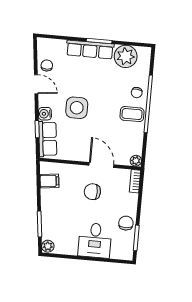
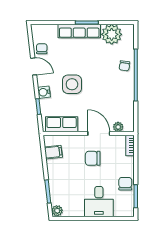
coffee table: (132, 114) -> (122, 86), removed
row of seats: (48, 139) -> (62, 124), moved, turned -84
plant: (136, 161) -> (118, 127), moved

